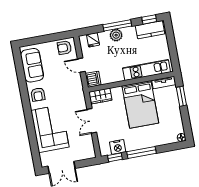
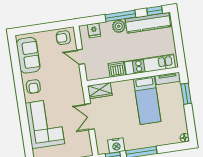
kitchen counter: (150, 30) -> (148, 23), width x1.50
dishwasher: (93, 79) -> (117, 69), moved, turned -90
bed: (140, 104) -> (147, 100), width x0.67

